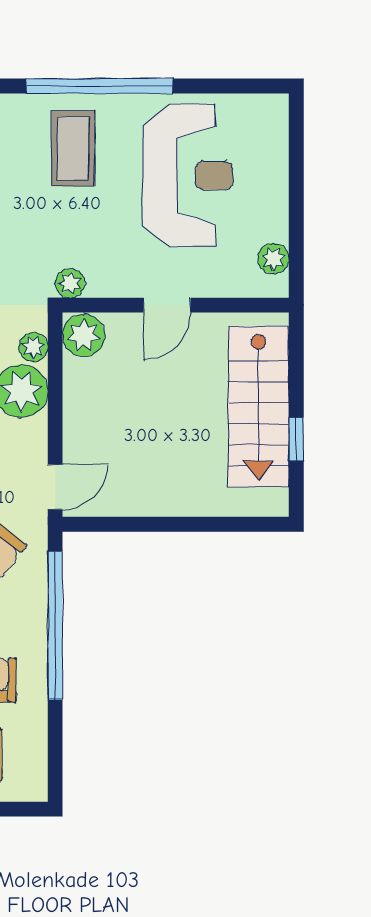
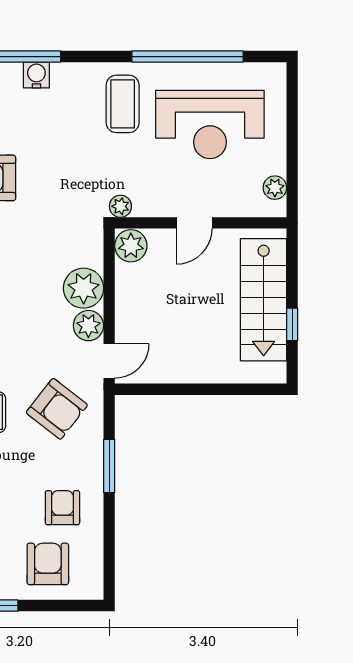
window: (99, 86) -> (188, 57), moved
reception desk: (188, 175) -> (210, 124), turned 90
plant: (33, 347) -> (88, 326), moved, width x1.38, depth x1.38
window: (55, 625) -> (109, 466), width x0.47

